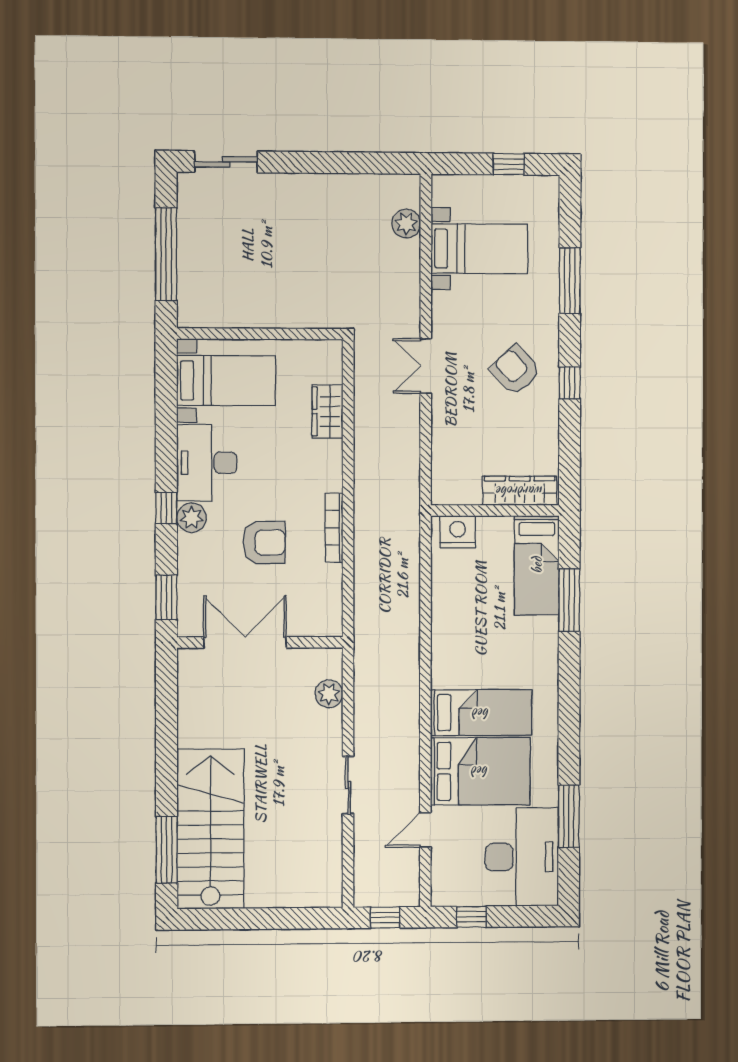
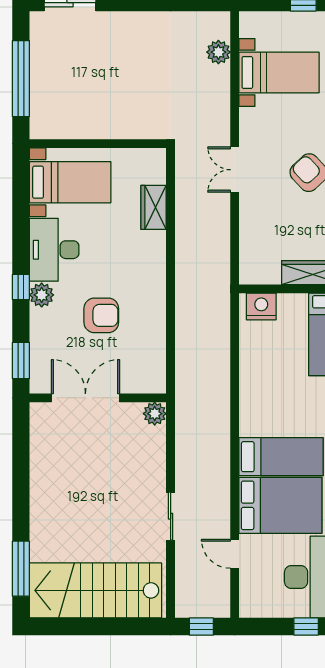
bookcase: (334, 528) -> (159, 303), removed
plant: (329, 694) -> (155, 414), moved
stairs: (210, 829) -> (96, 590), moved, turned -90
door: (425, 830) -> (235, 554), hinge flipped
window: (471, 917) -> (306, 626), moved

